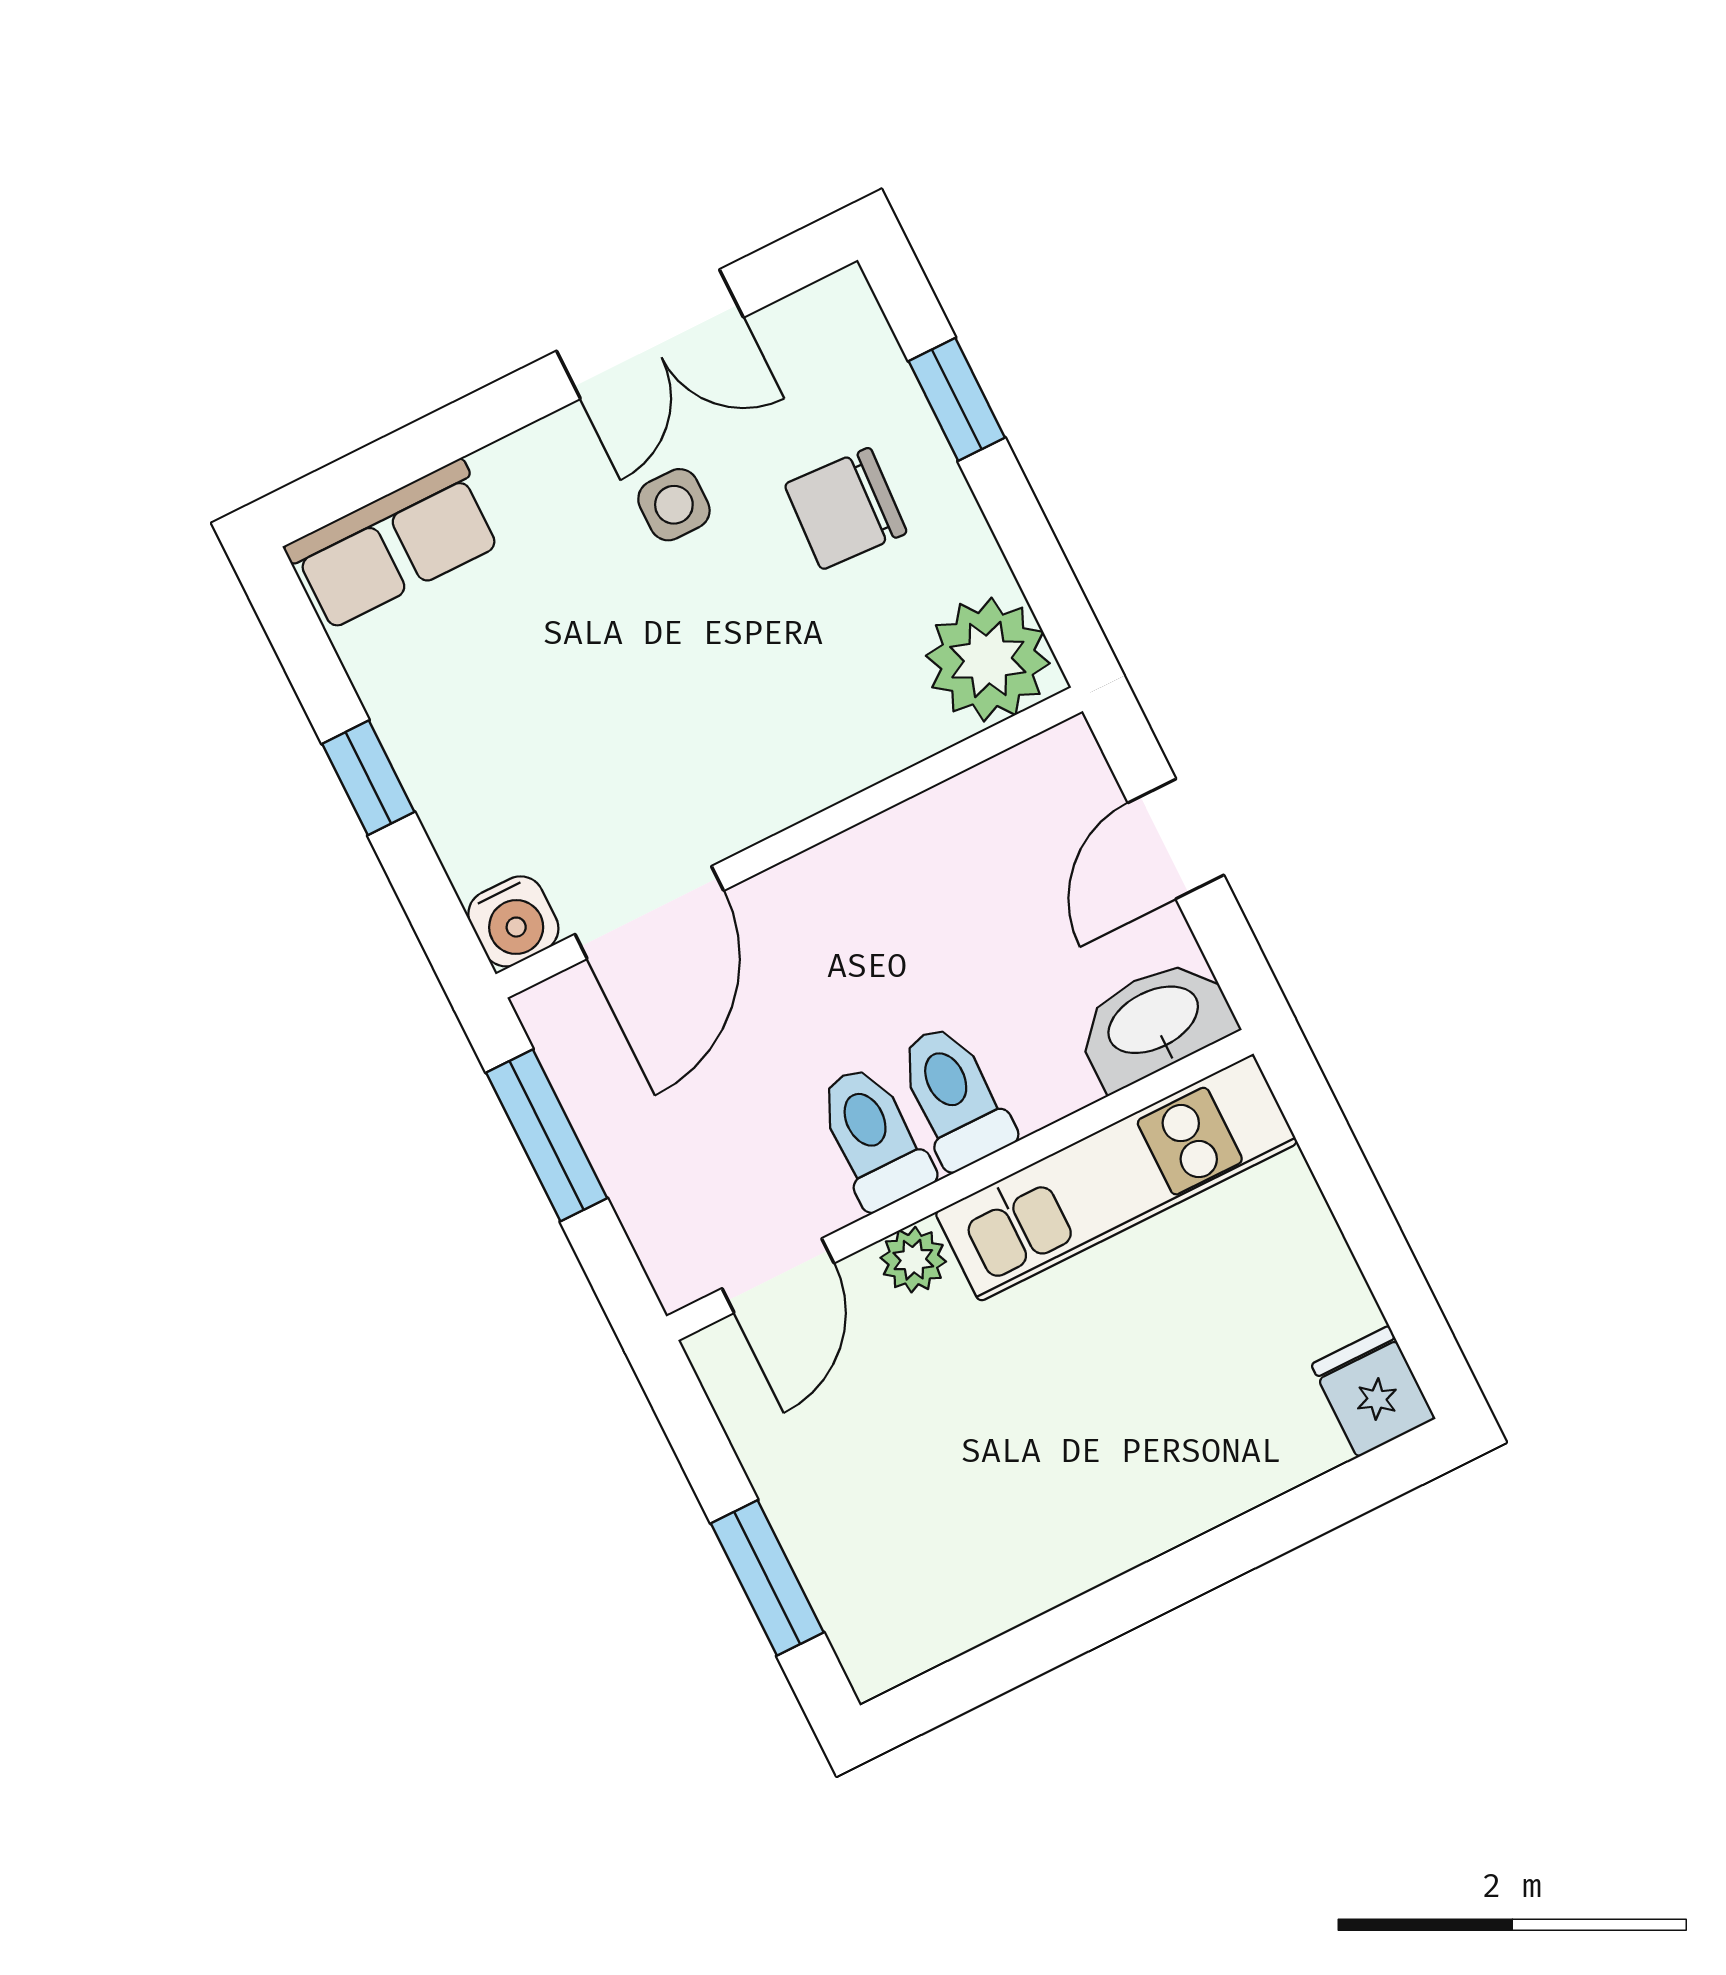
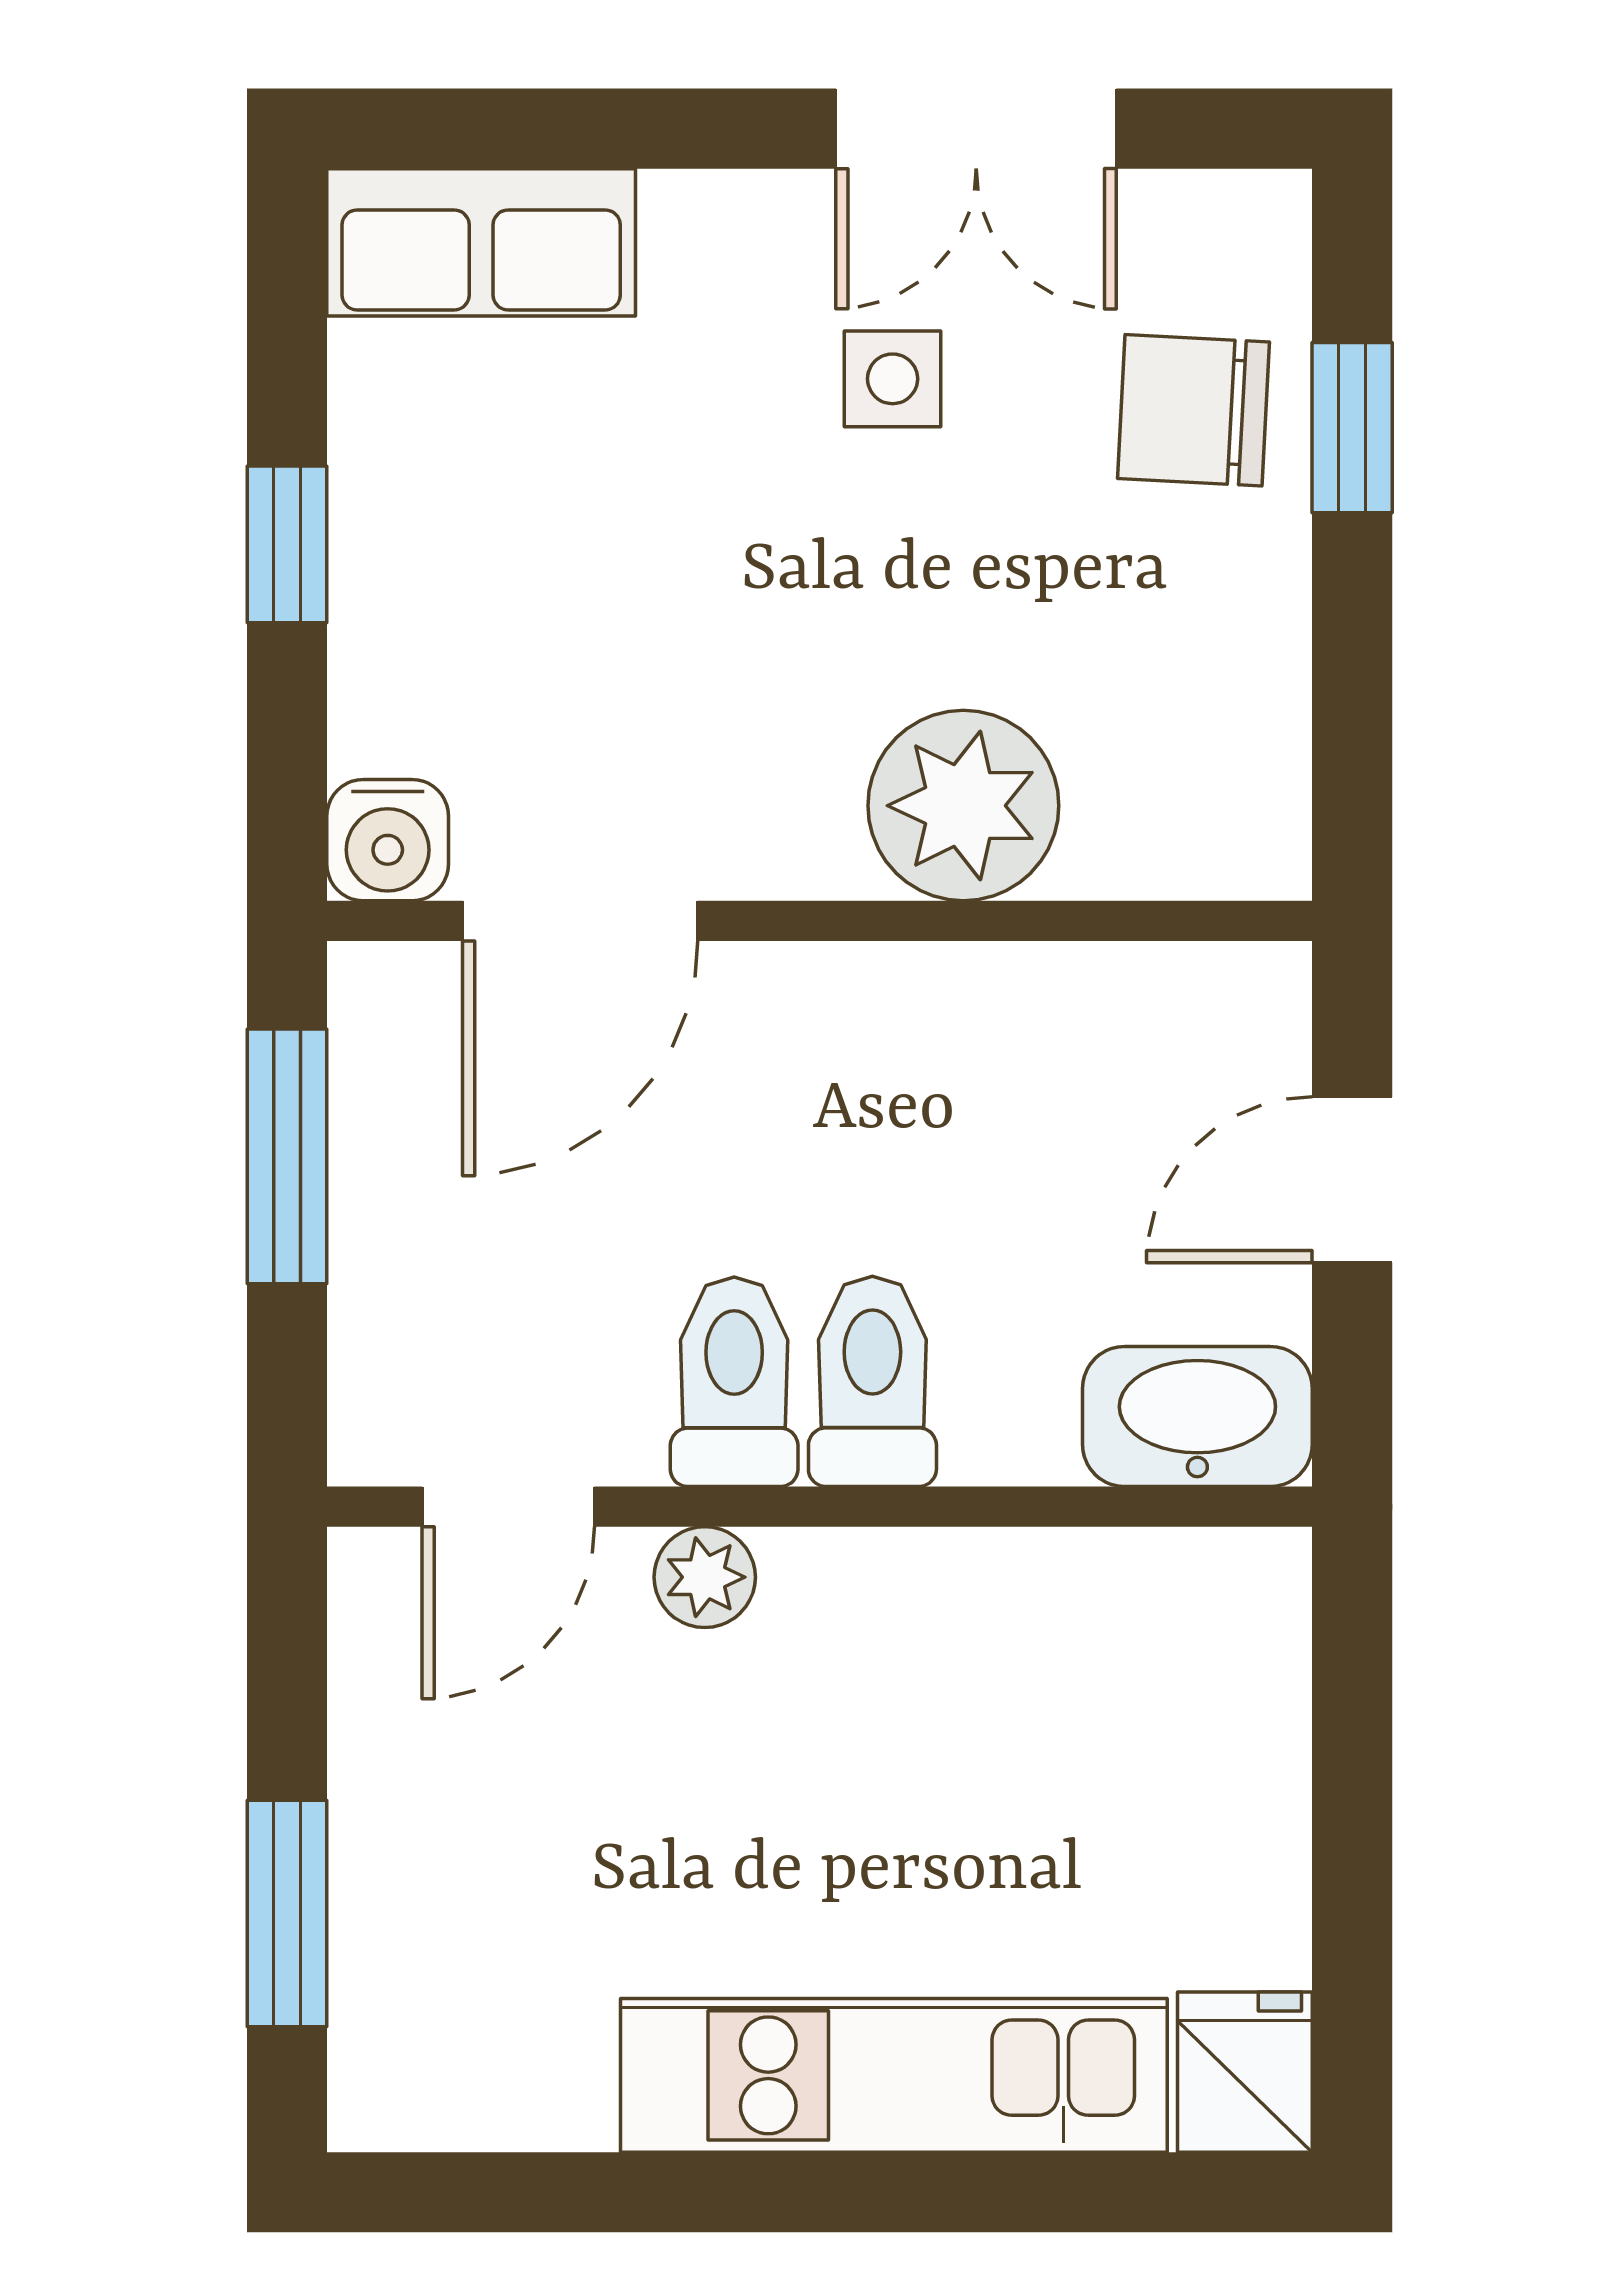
chair: (846, 509) -> (1194, 410), moved
plant: (988, 660) -> (963, 806), moved
kitchen unit: (1116, 1178) -> (894, 2075), moved, turned 180

